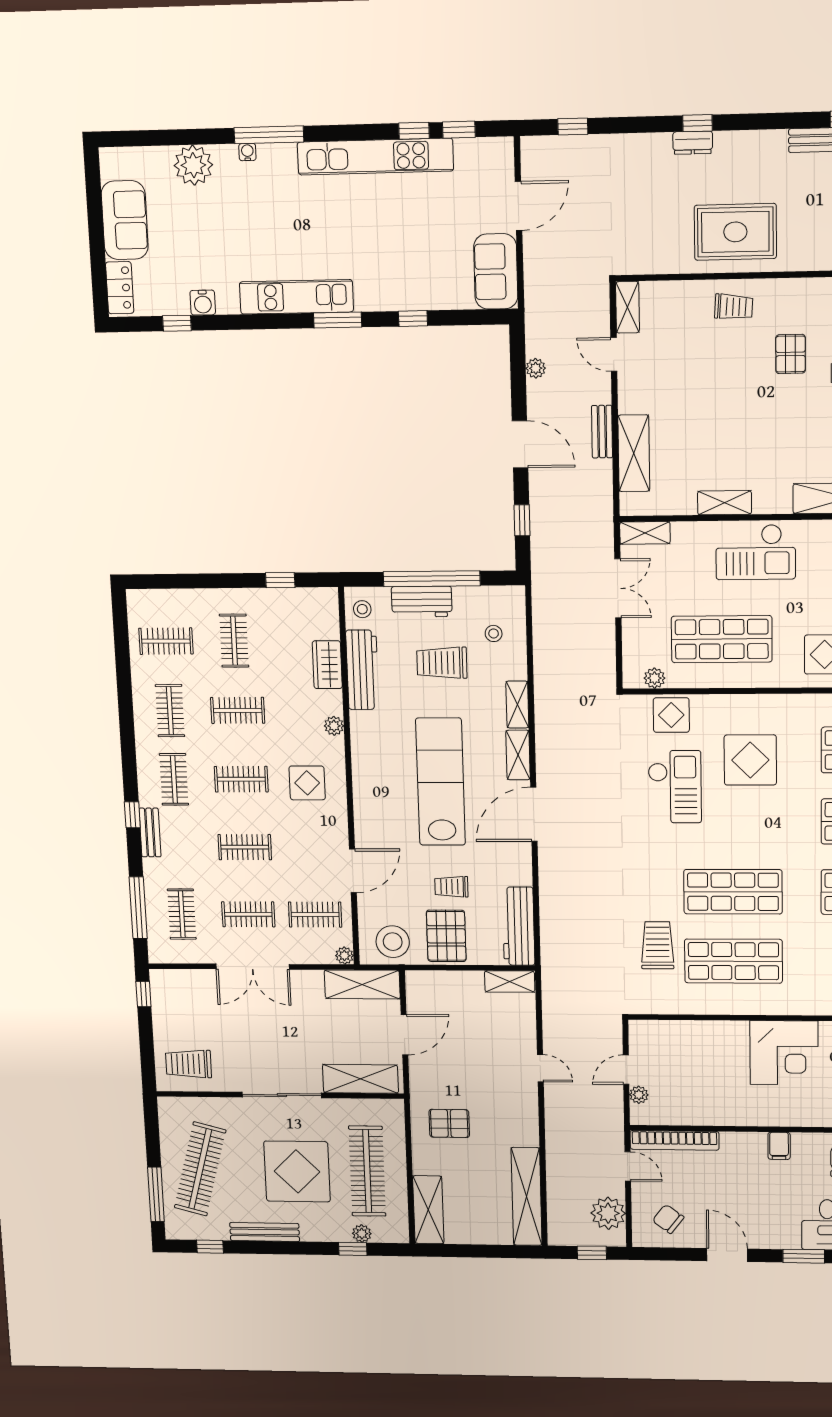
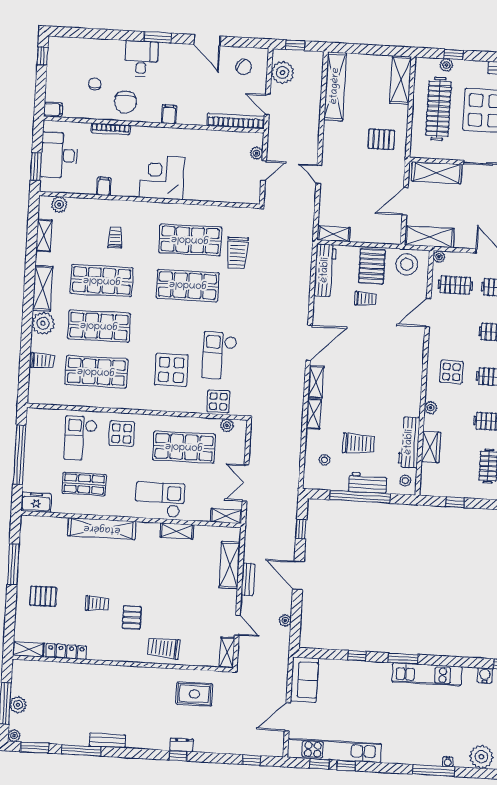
kitchen unit: (375, 157) -> (334, 751), moved
rug: (735, 232) -> (194, 694), moved, width x0.73, depth x0.70
trolley: (734, 307) -> (164, 648), width x1.36, depth x1.39
lab bench: (440, 782) -> (366, 368), removed

